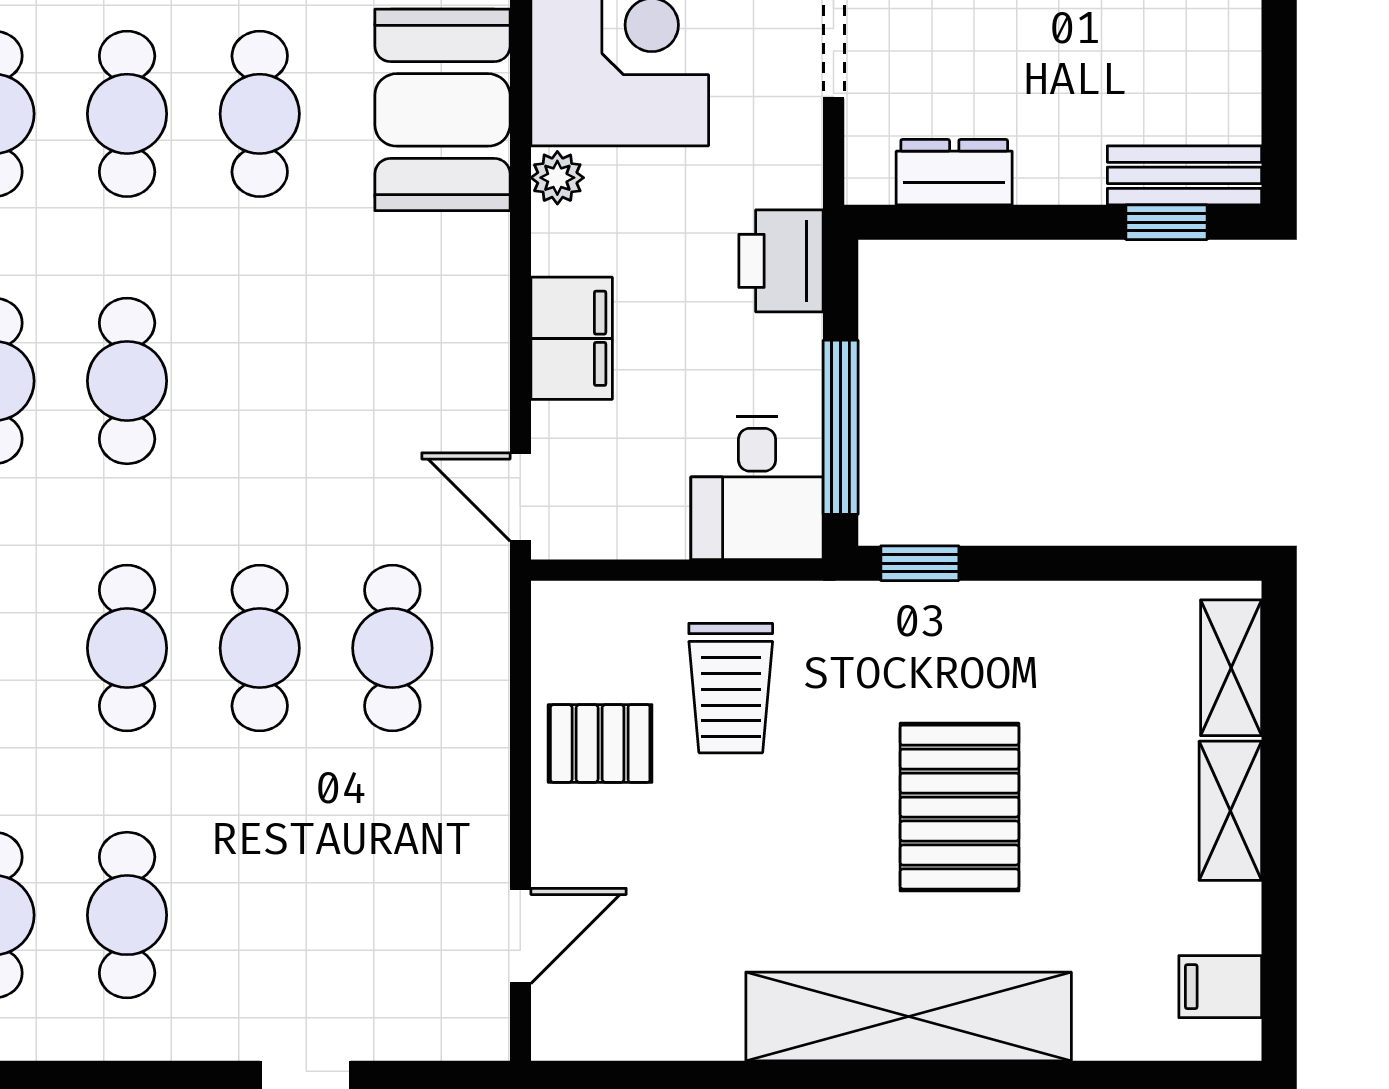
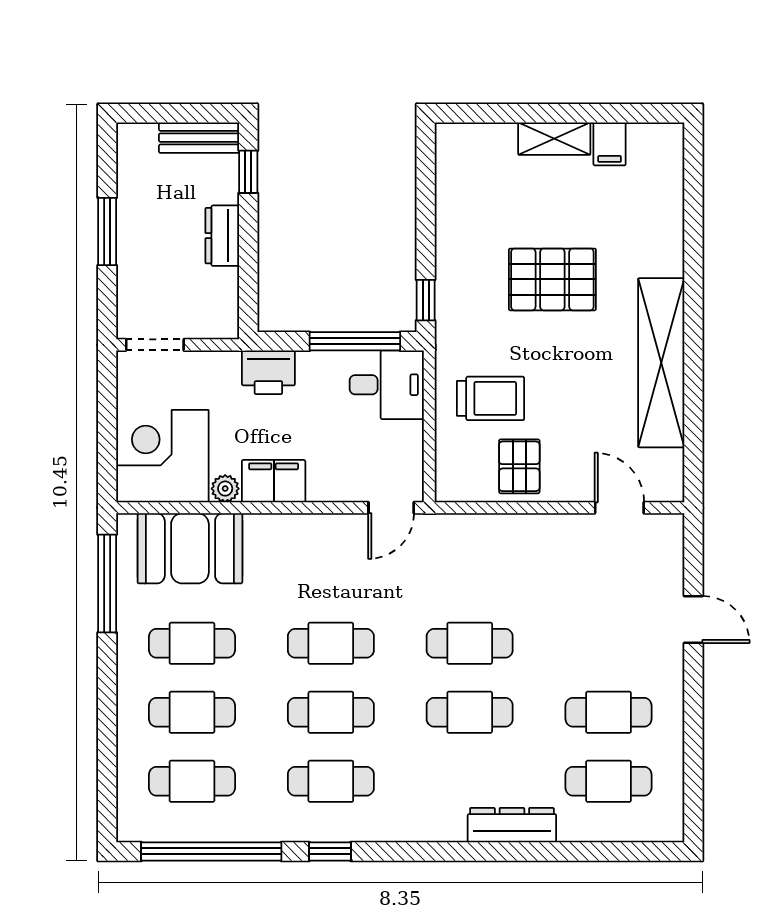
dresser: (954, 172) -> (222, 236), moved
bench: (1185, 175) -> (199, 138), moved, turned 90
filing cabinet: (572, 338) -> (274, 481), moved
cafe table: (392, 648) -> (331, 643), moved
shelving: (1231, 668) -> (480, 138), removed
filing cabinet: (1220, 987) -> (610, 144), moved
shelving: (909, 1016) -> (661, 363), moved

